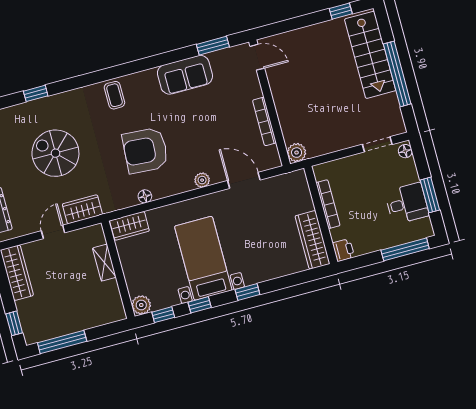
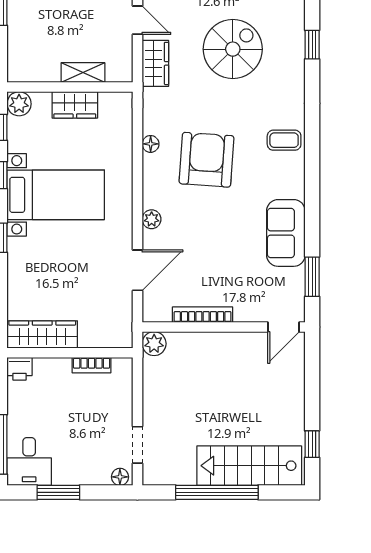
bookcase: (328, 204) -> (92, 365), width x0.64
desk: (407, 204) -> (29, 462), moved
wardrobe: (129, 226) -> (75, 105), moved, turned -90

